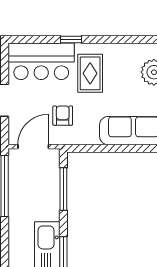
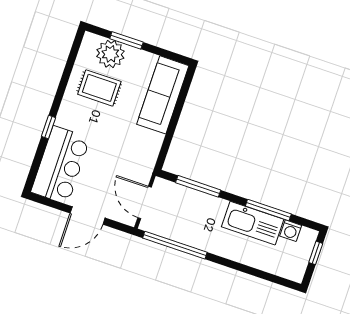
rug: (90, 73) -> (99, 88), moved
armchair: (63, 116) -> (123, 162), removed

